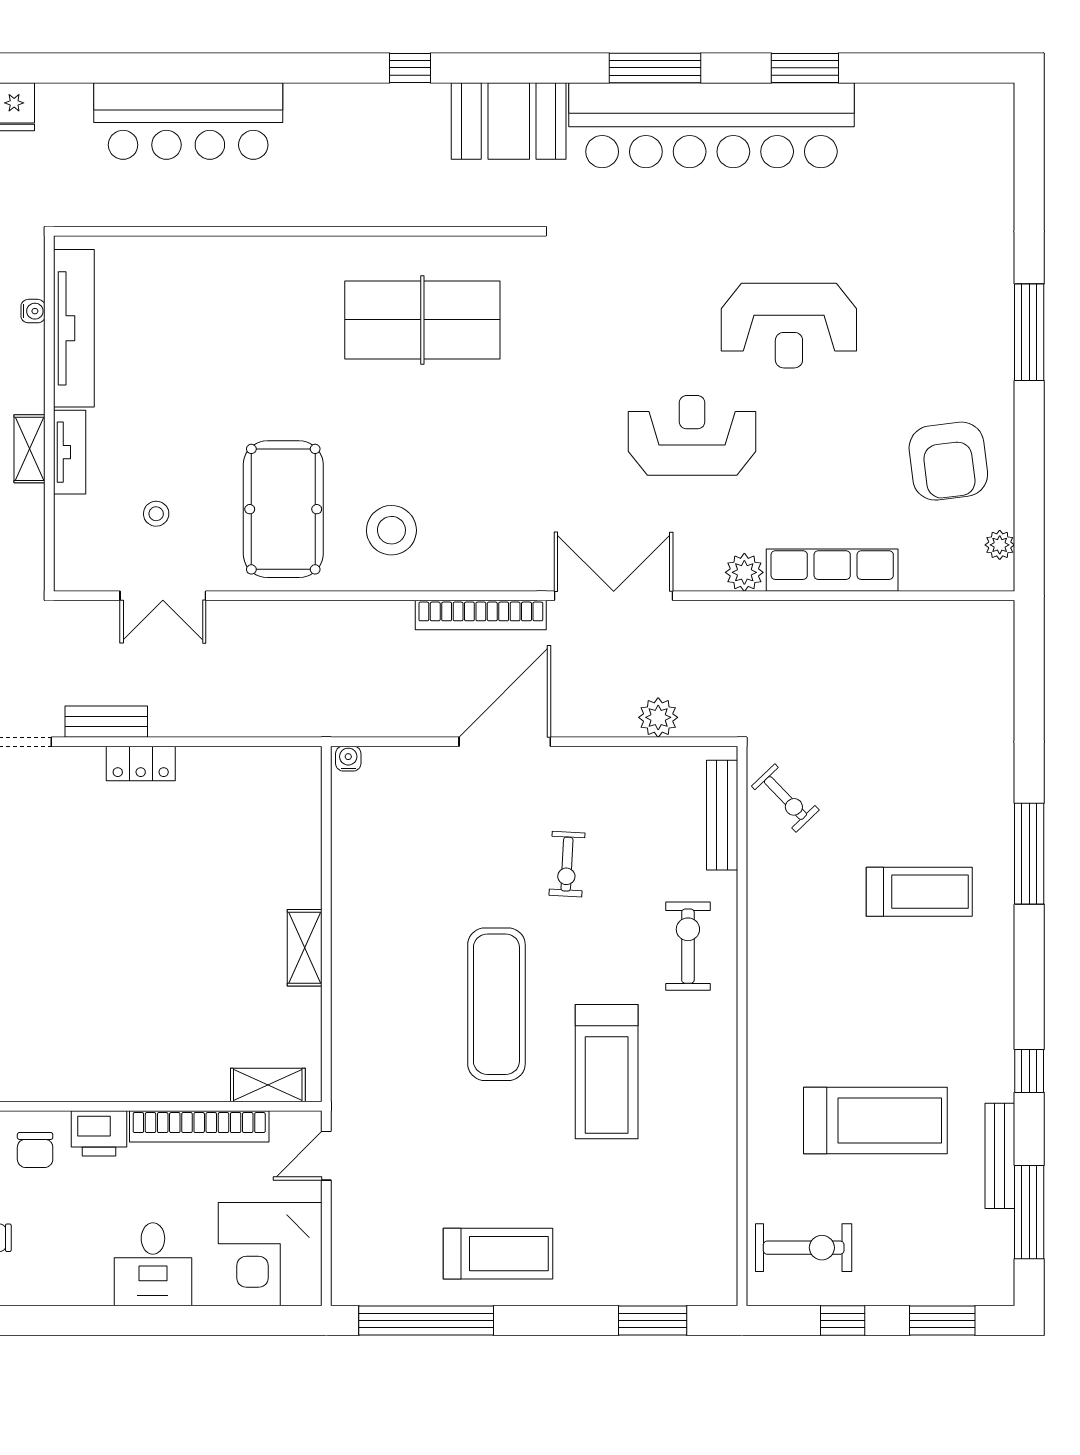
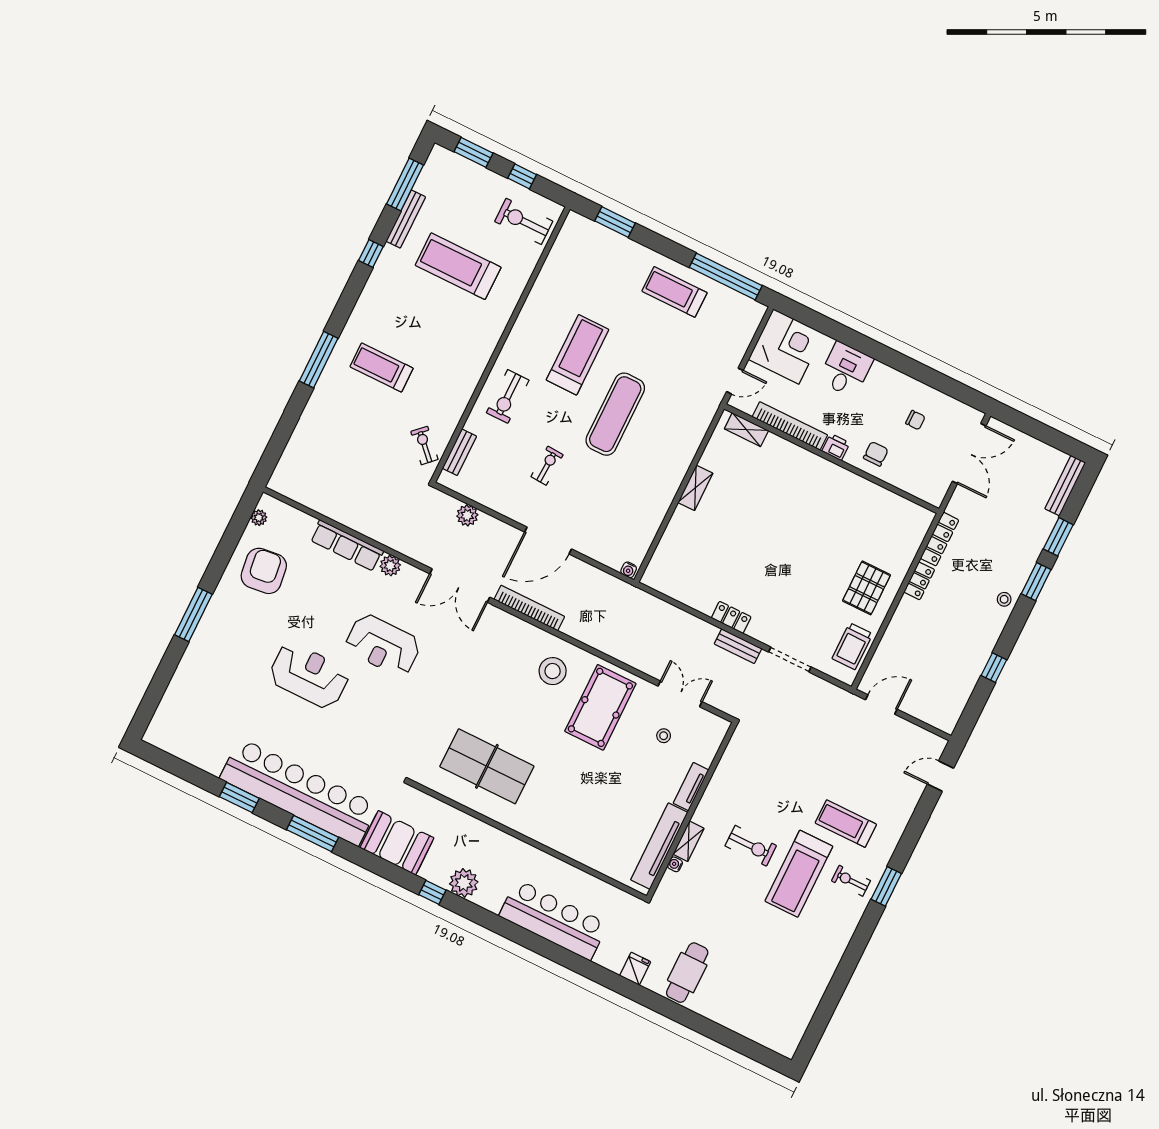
plant: (366, 109) -> (464, 883), added
shelving: (30, 449) -> (689, 841), moved
bench: (722, 815) -> (459, 452), width x0.73
printer: (99, 1133) -> (836, 447), width x0.73, depth x0.81

